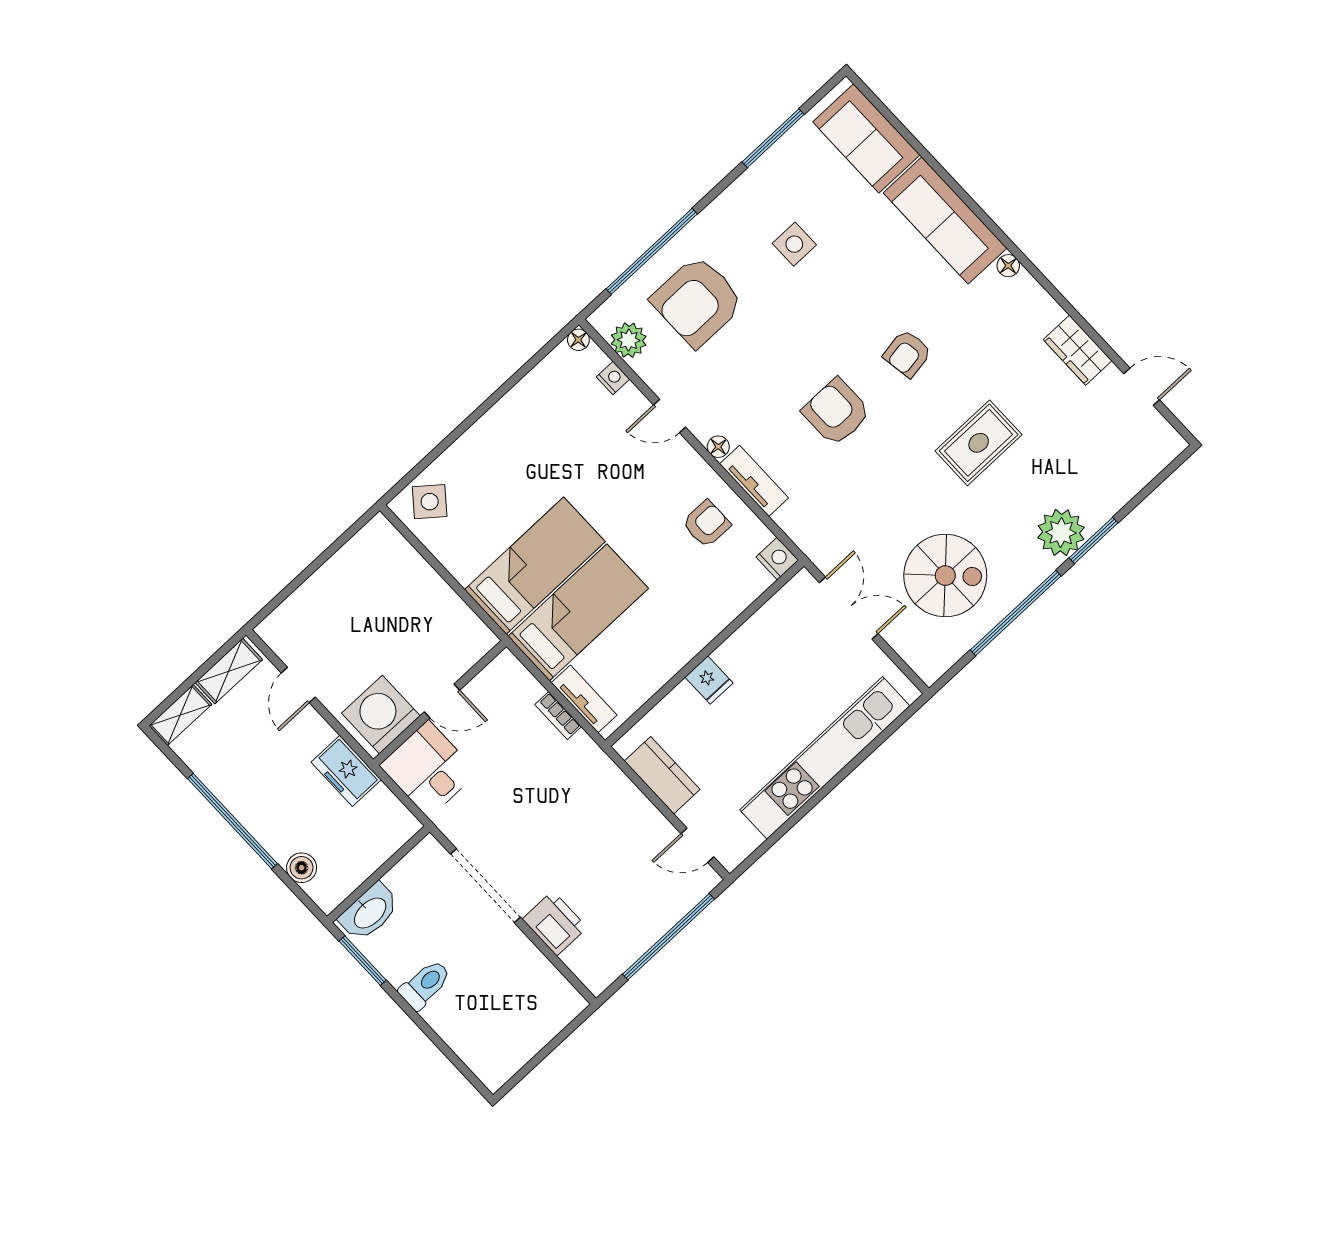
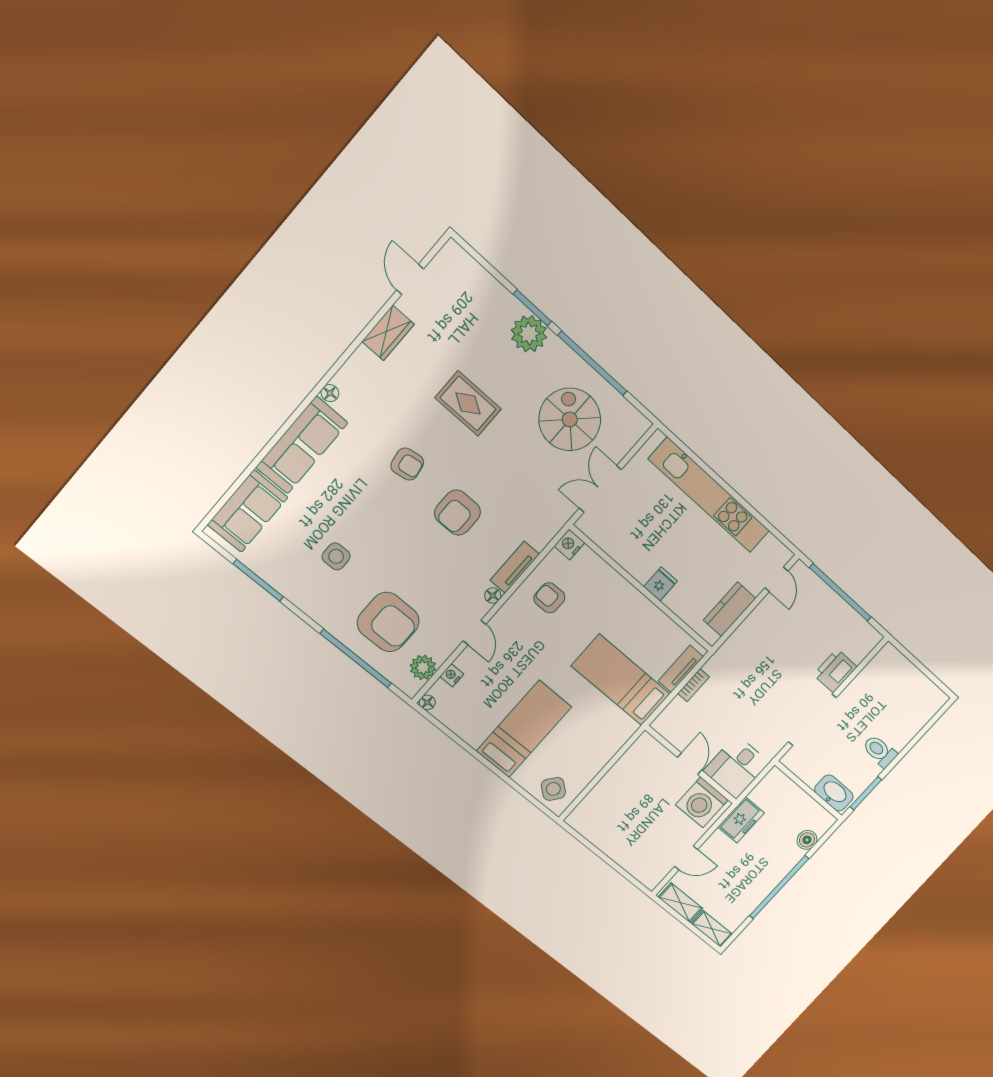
bed: (535, 566) -> (524, 729), moved, turned 90

